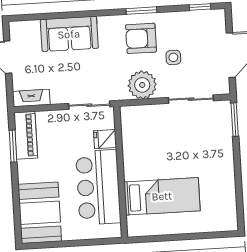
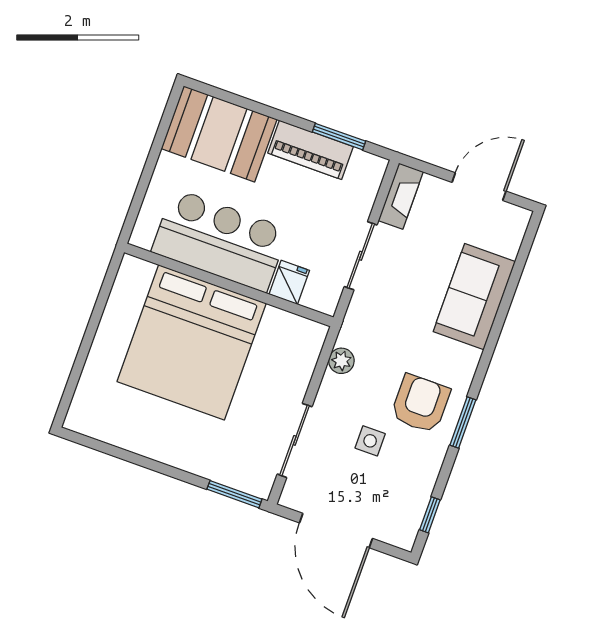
plant: (142, 85) -> (341, 361), width x0.53, depth x0.53
sliding door: (89, 105) -> (361, 256), moved
piano: (26, 135) -> (311, 150), moved
bed: (162, 196) -> (192, 342), width x2.04

